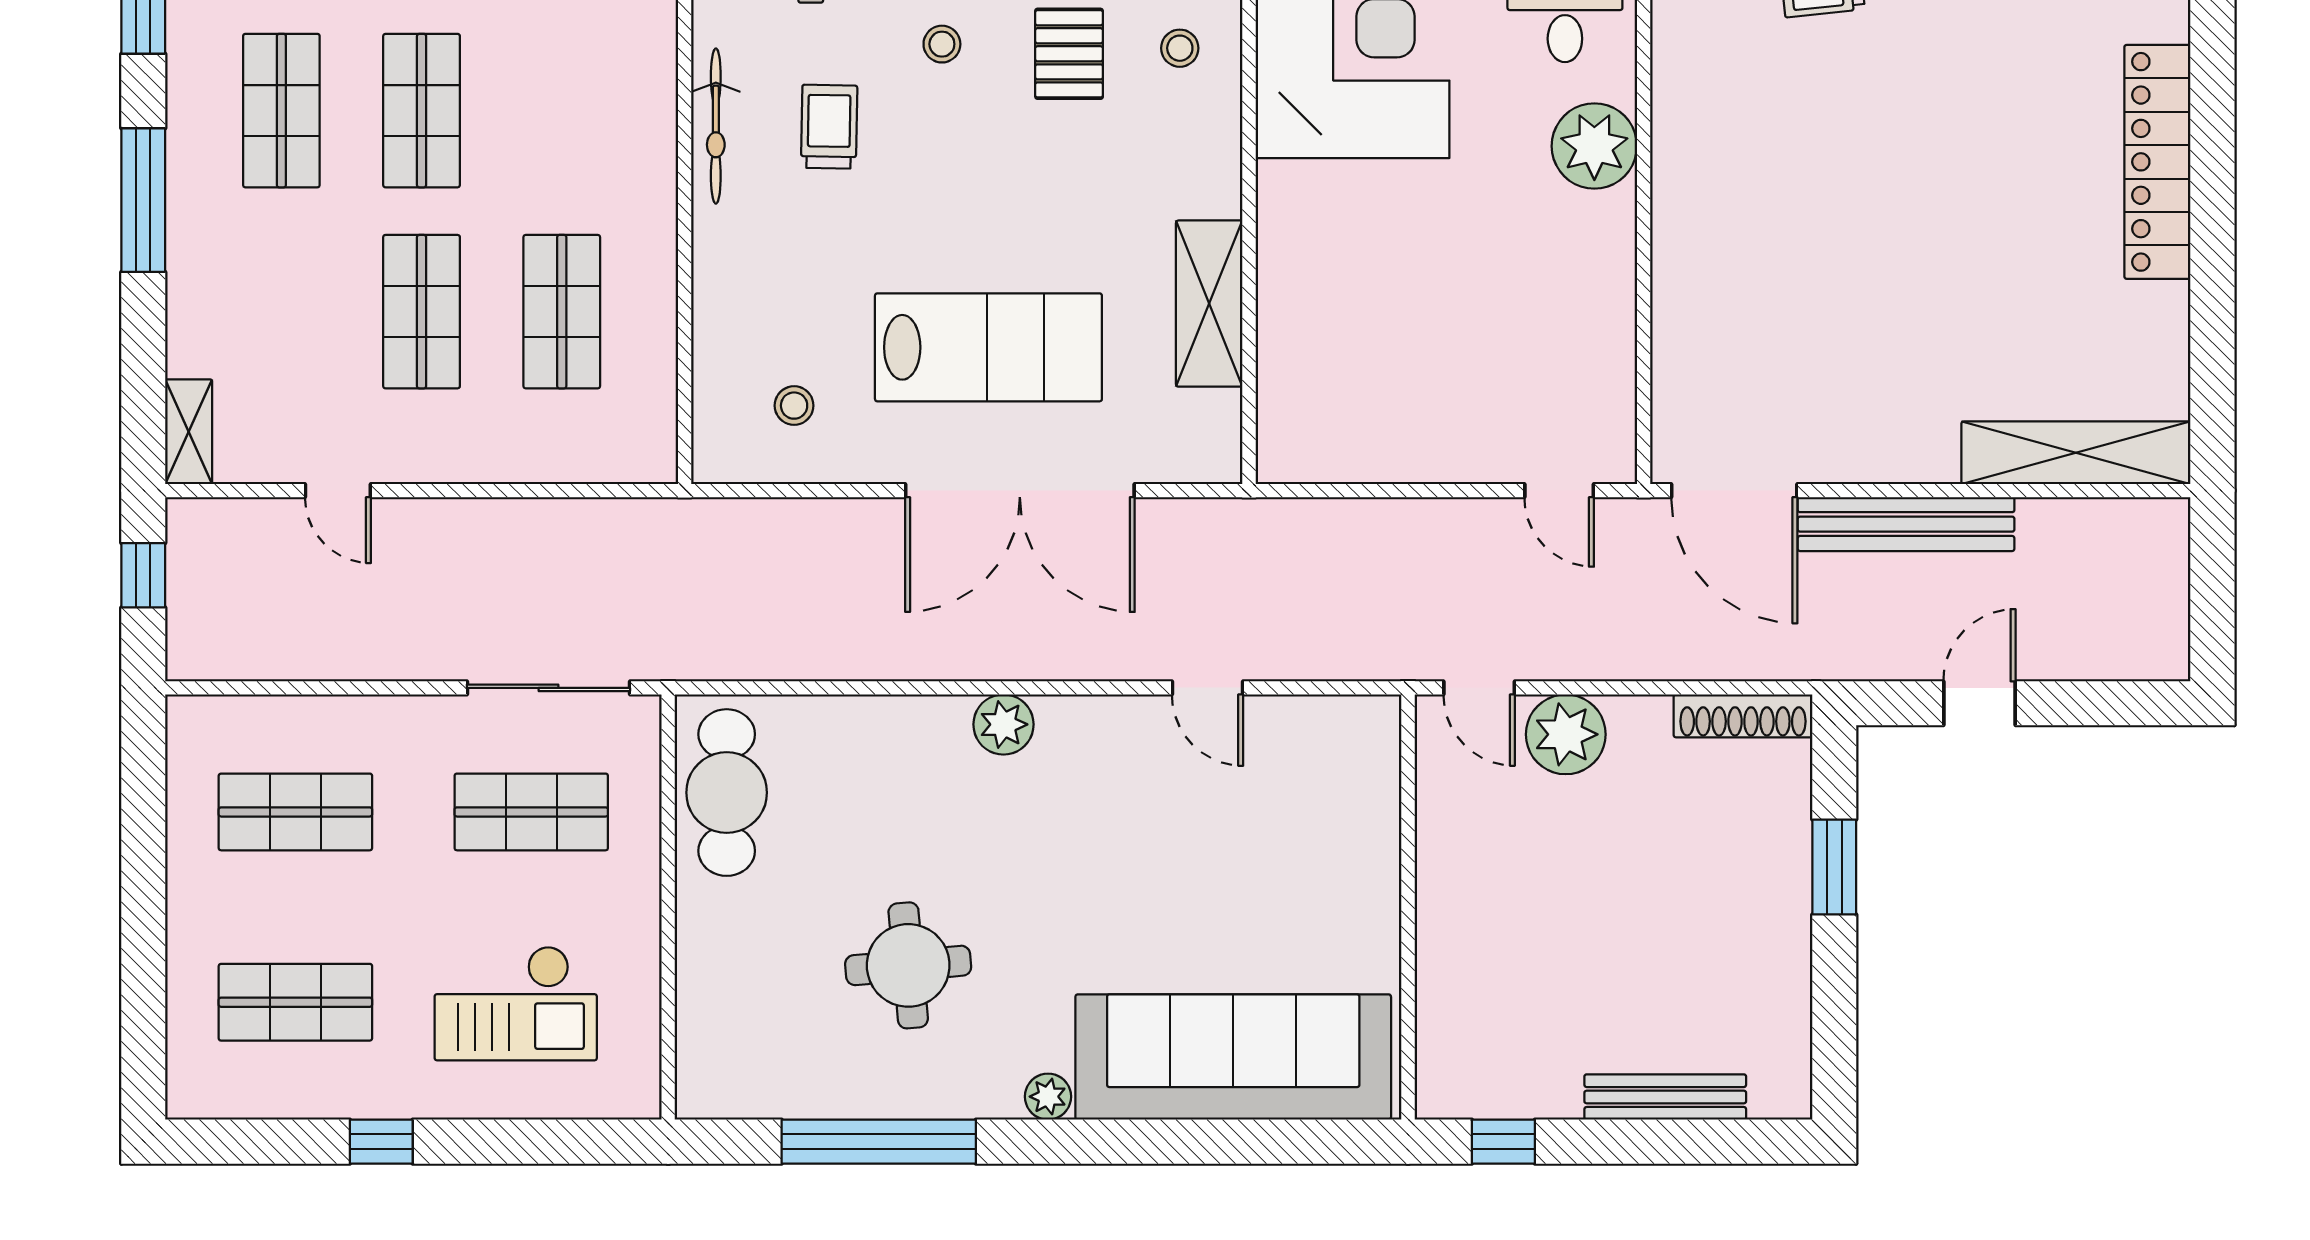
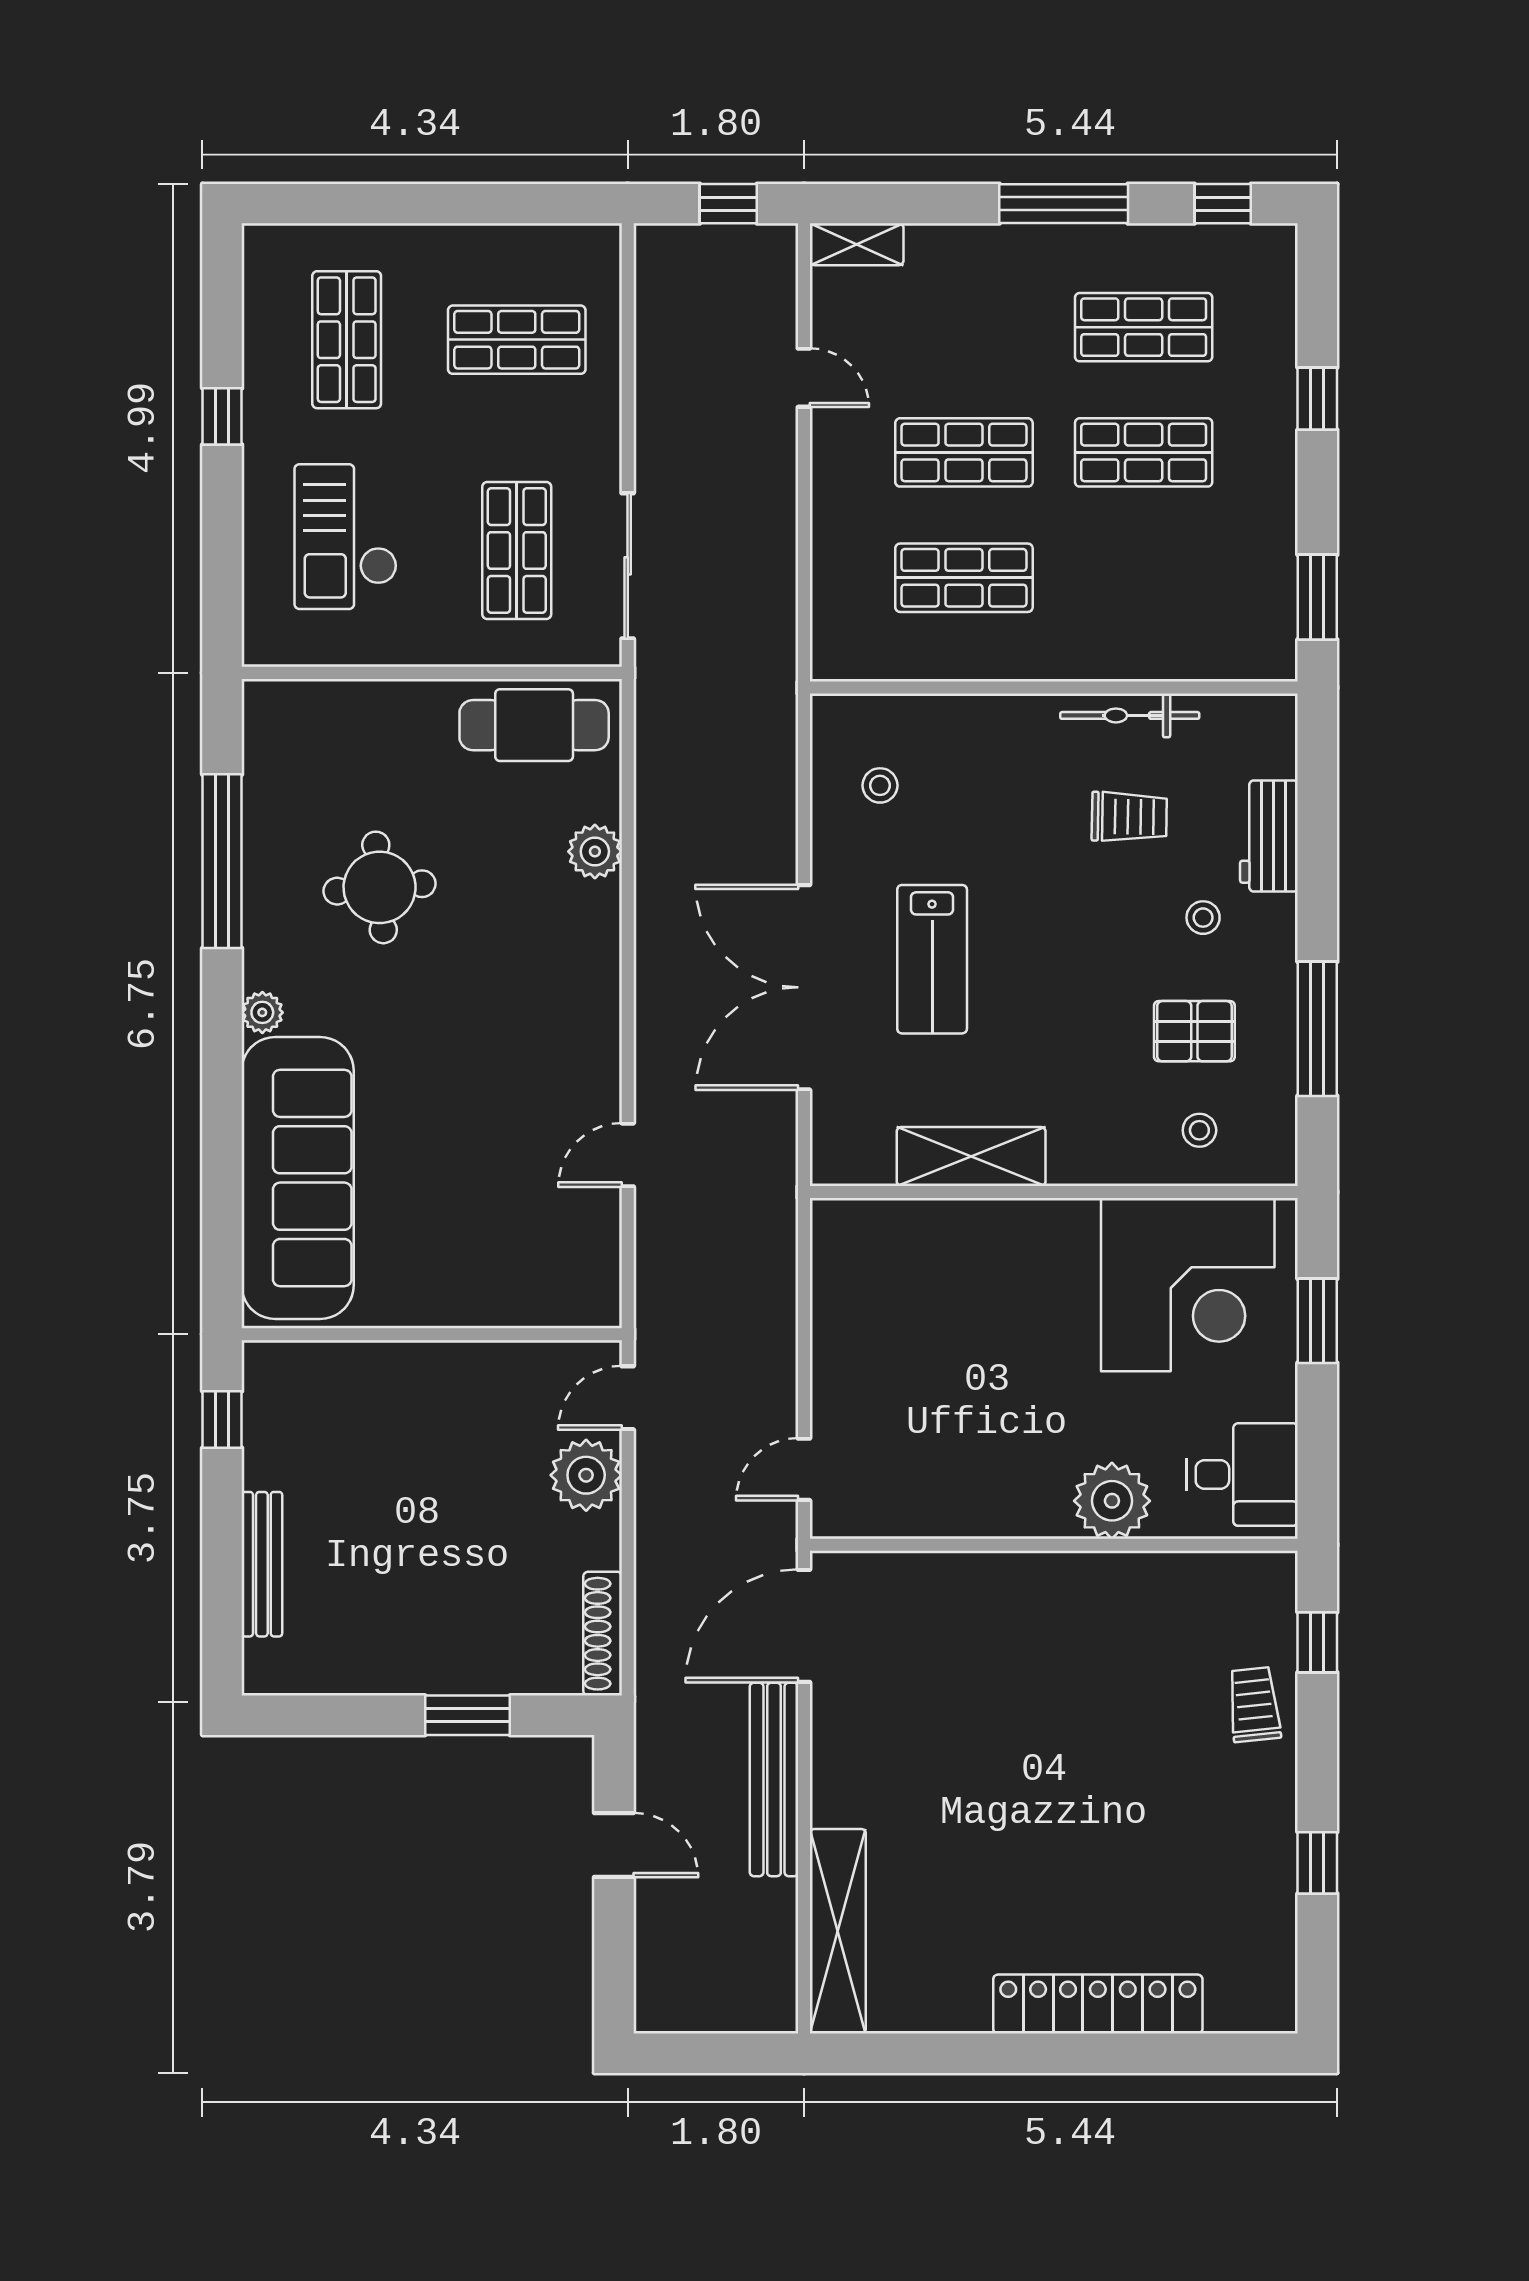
lab bench: (988, 347) -> (932, 959), width x0.73, depth x0.72
door: (338, 491) -> (804, 378), swing flipped
plant: (1003, 724) -> (595, 851), moved
shop shelf: (295, 812) -> (517, 340), turned 90

